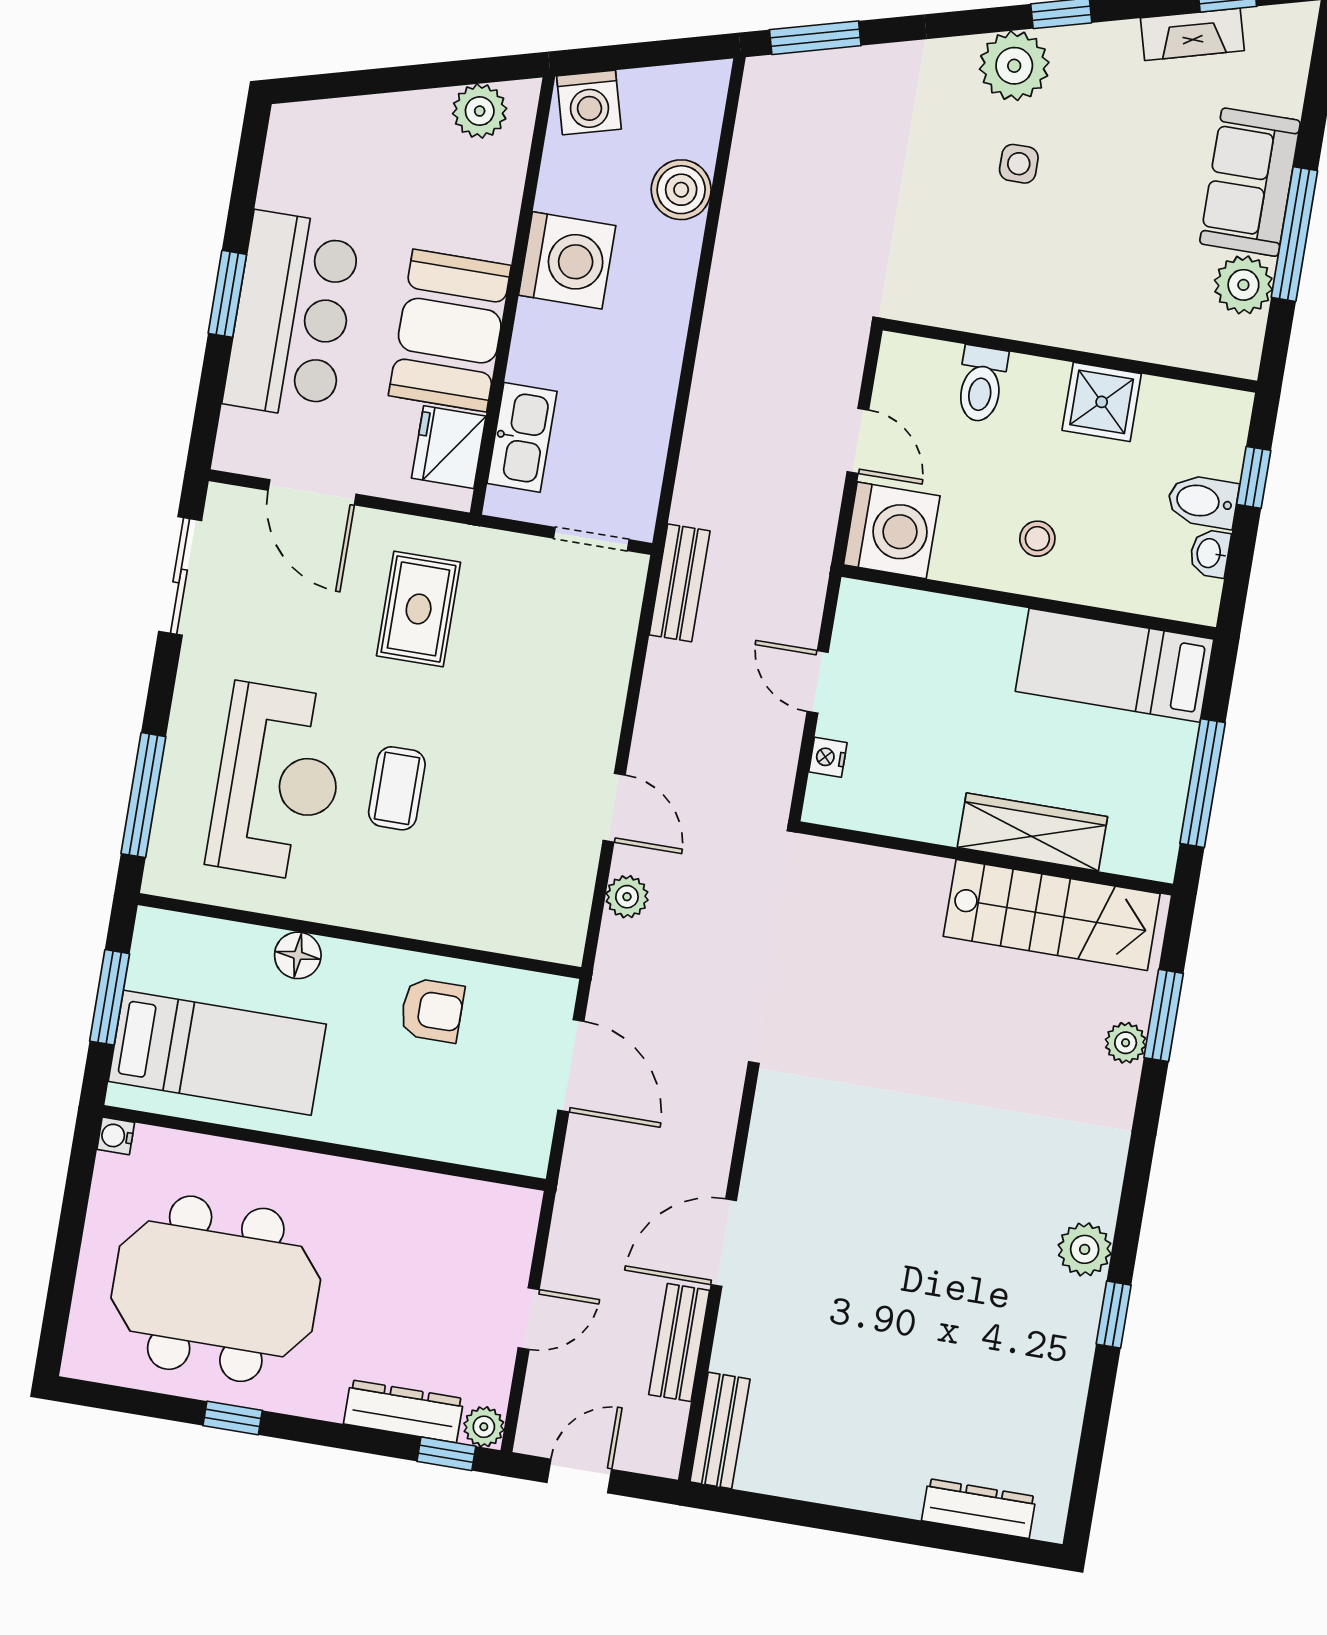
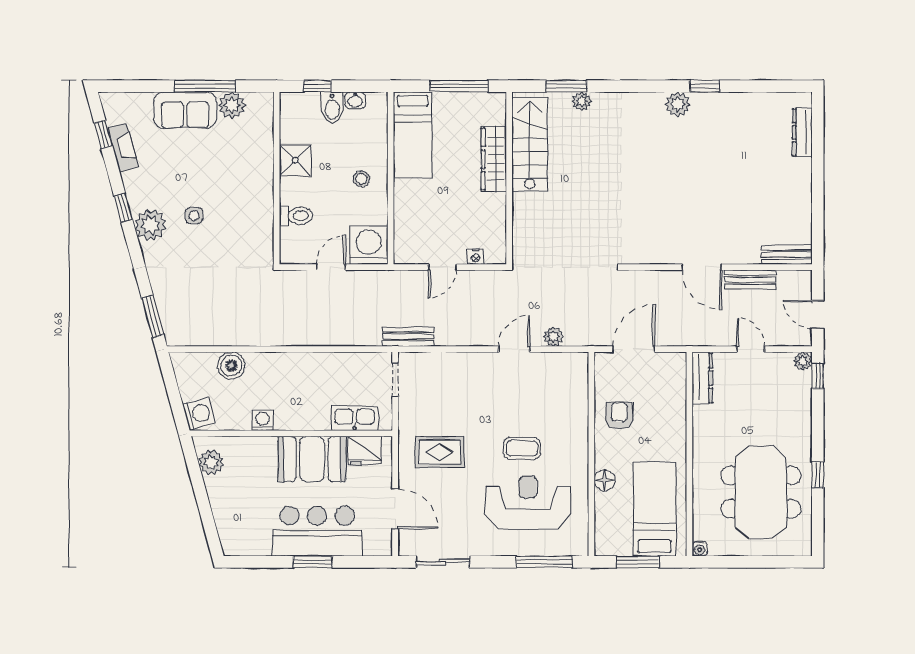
washing machine: (567, 260) -> (263, 421), width x0.53, depth x0.53
door: (312, 492) -> (395, 509), hinge flipped
dresser: (404, 1411) -> (702, 378), moved, turned 180

